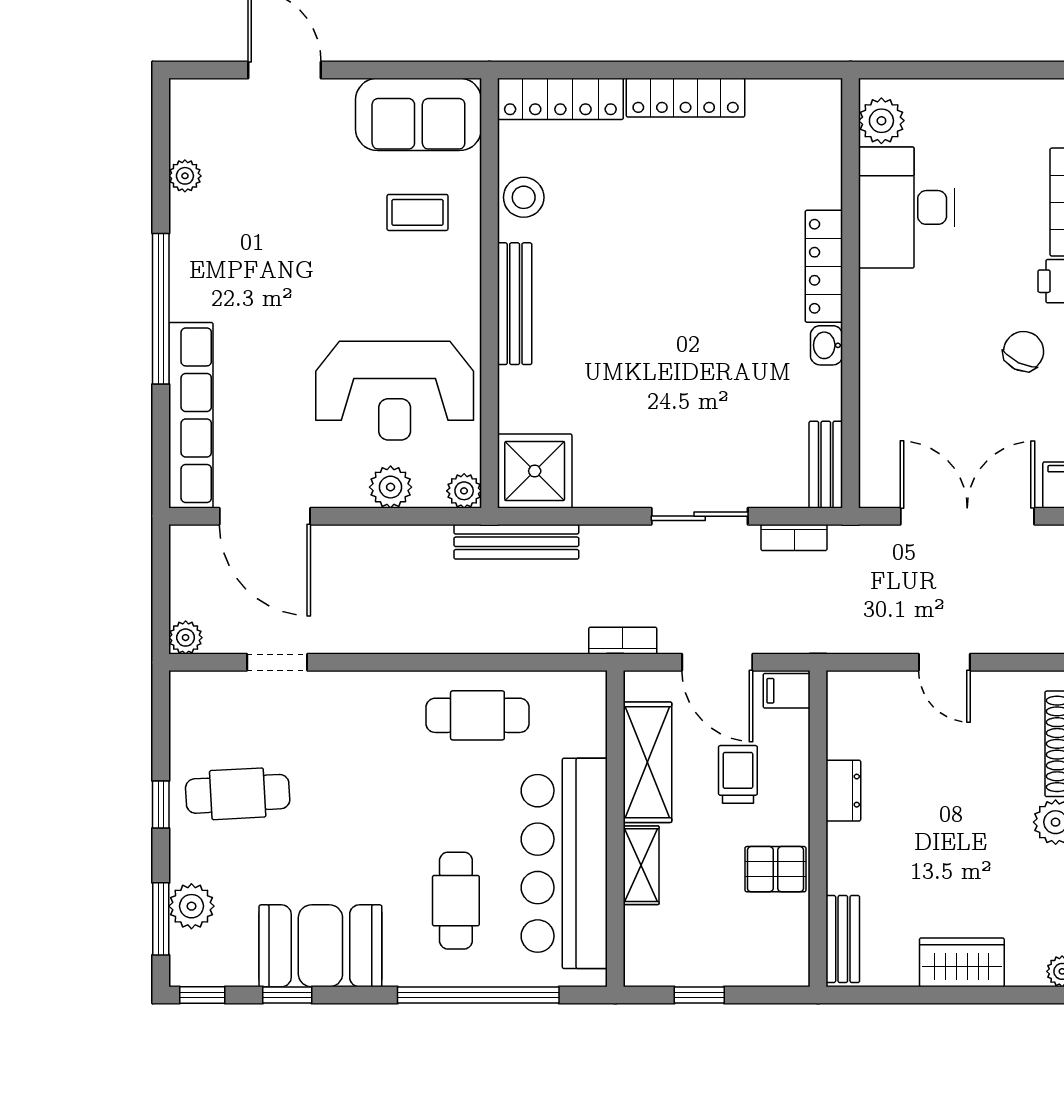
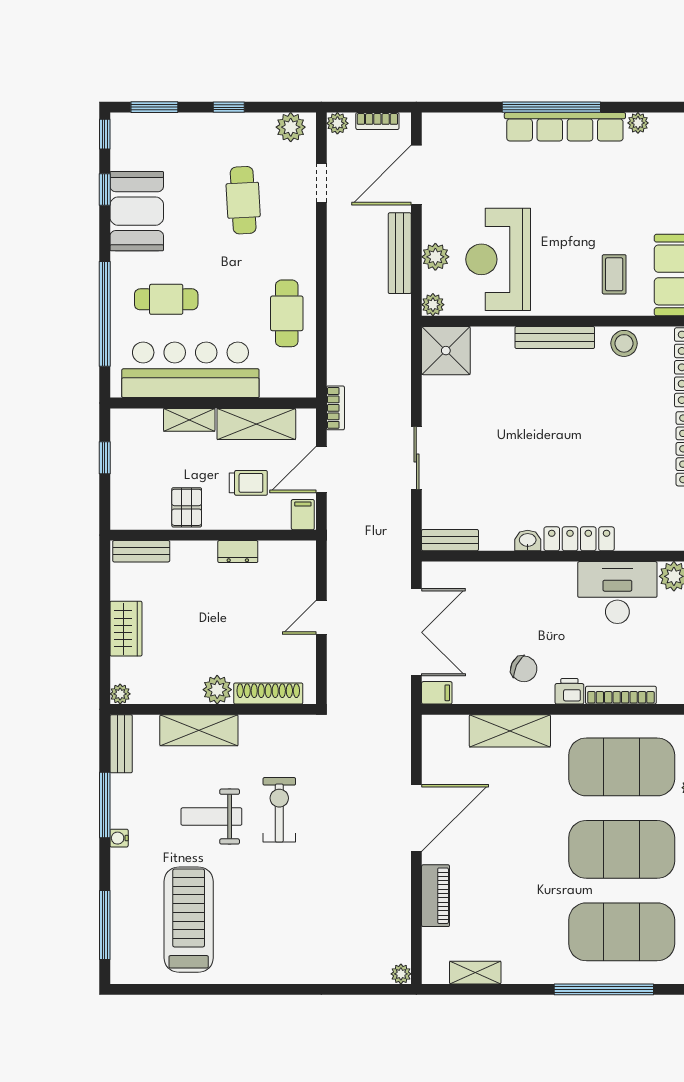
row of seats: (191, 415) -> (565, 127), moved
bookcase: (794, 538) -> (377, 121), moved, turned -90
bench: (516, 542) -> (400, 253), moved
cafe table: (238, 794) -> (243, 200), moved
plant: (191, 906) -> (291, 127), moved

